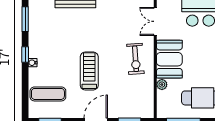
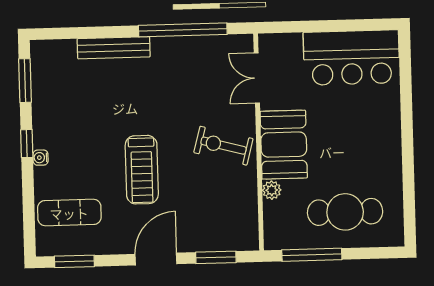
exercise bike: (135, 59) -> (223, 146), turned 109
treadmill: (89, 71) -> (142, 170), turned 180

